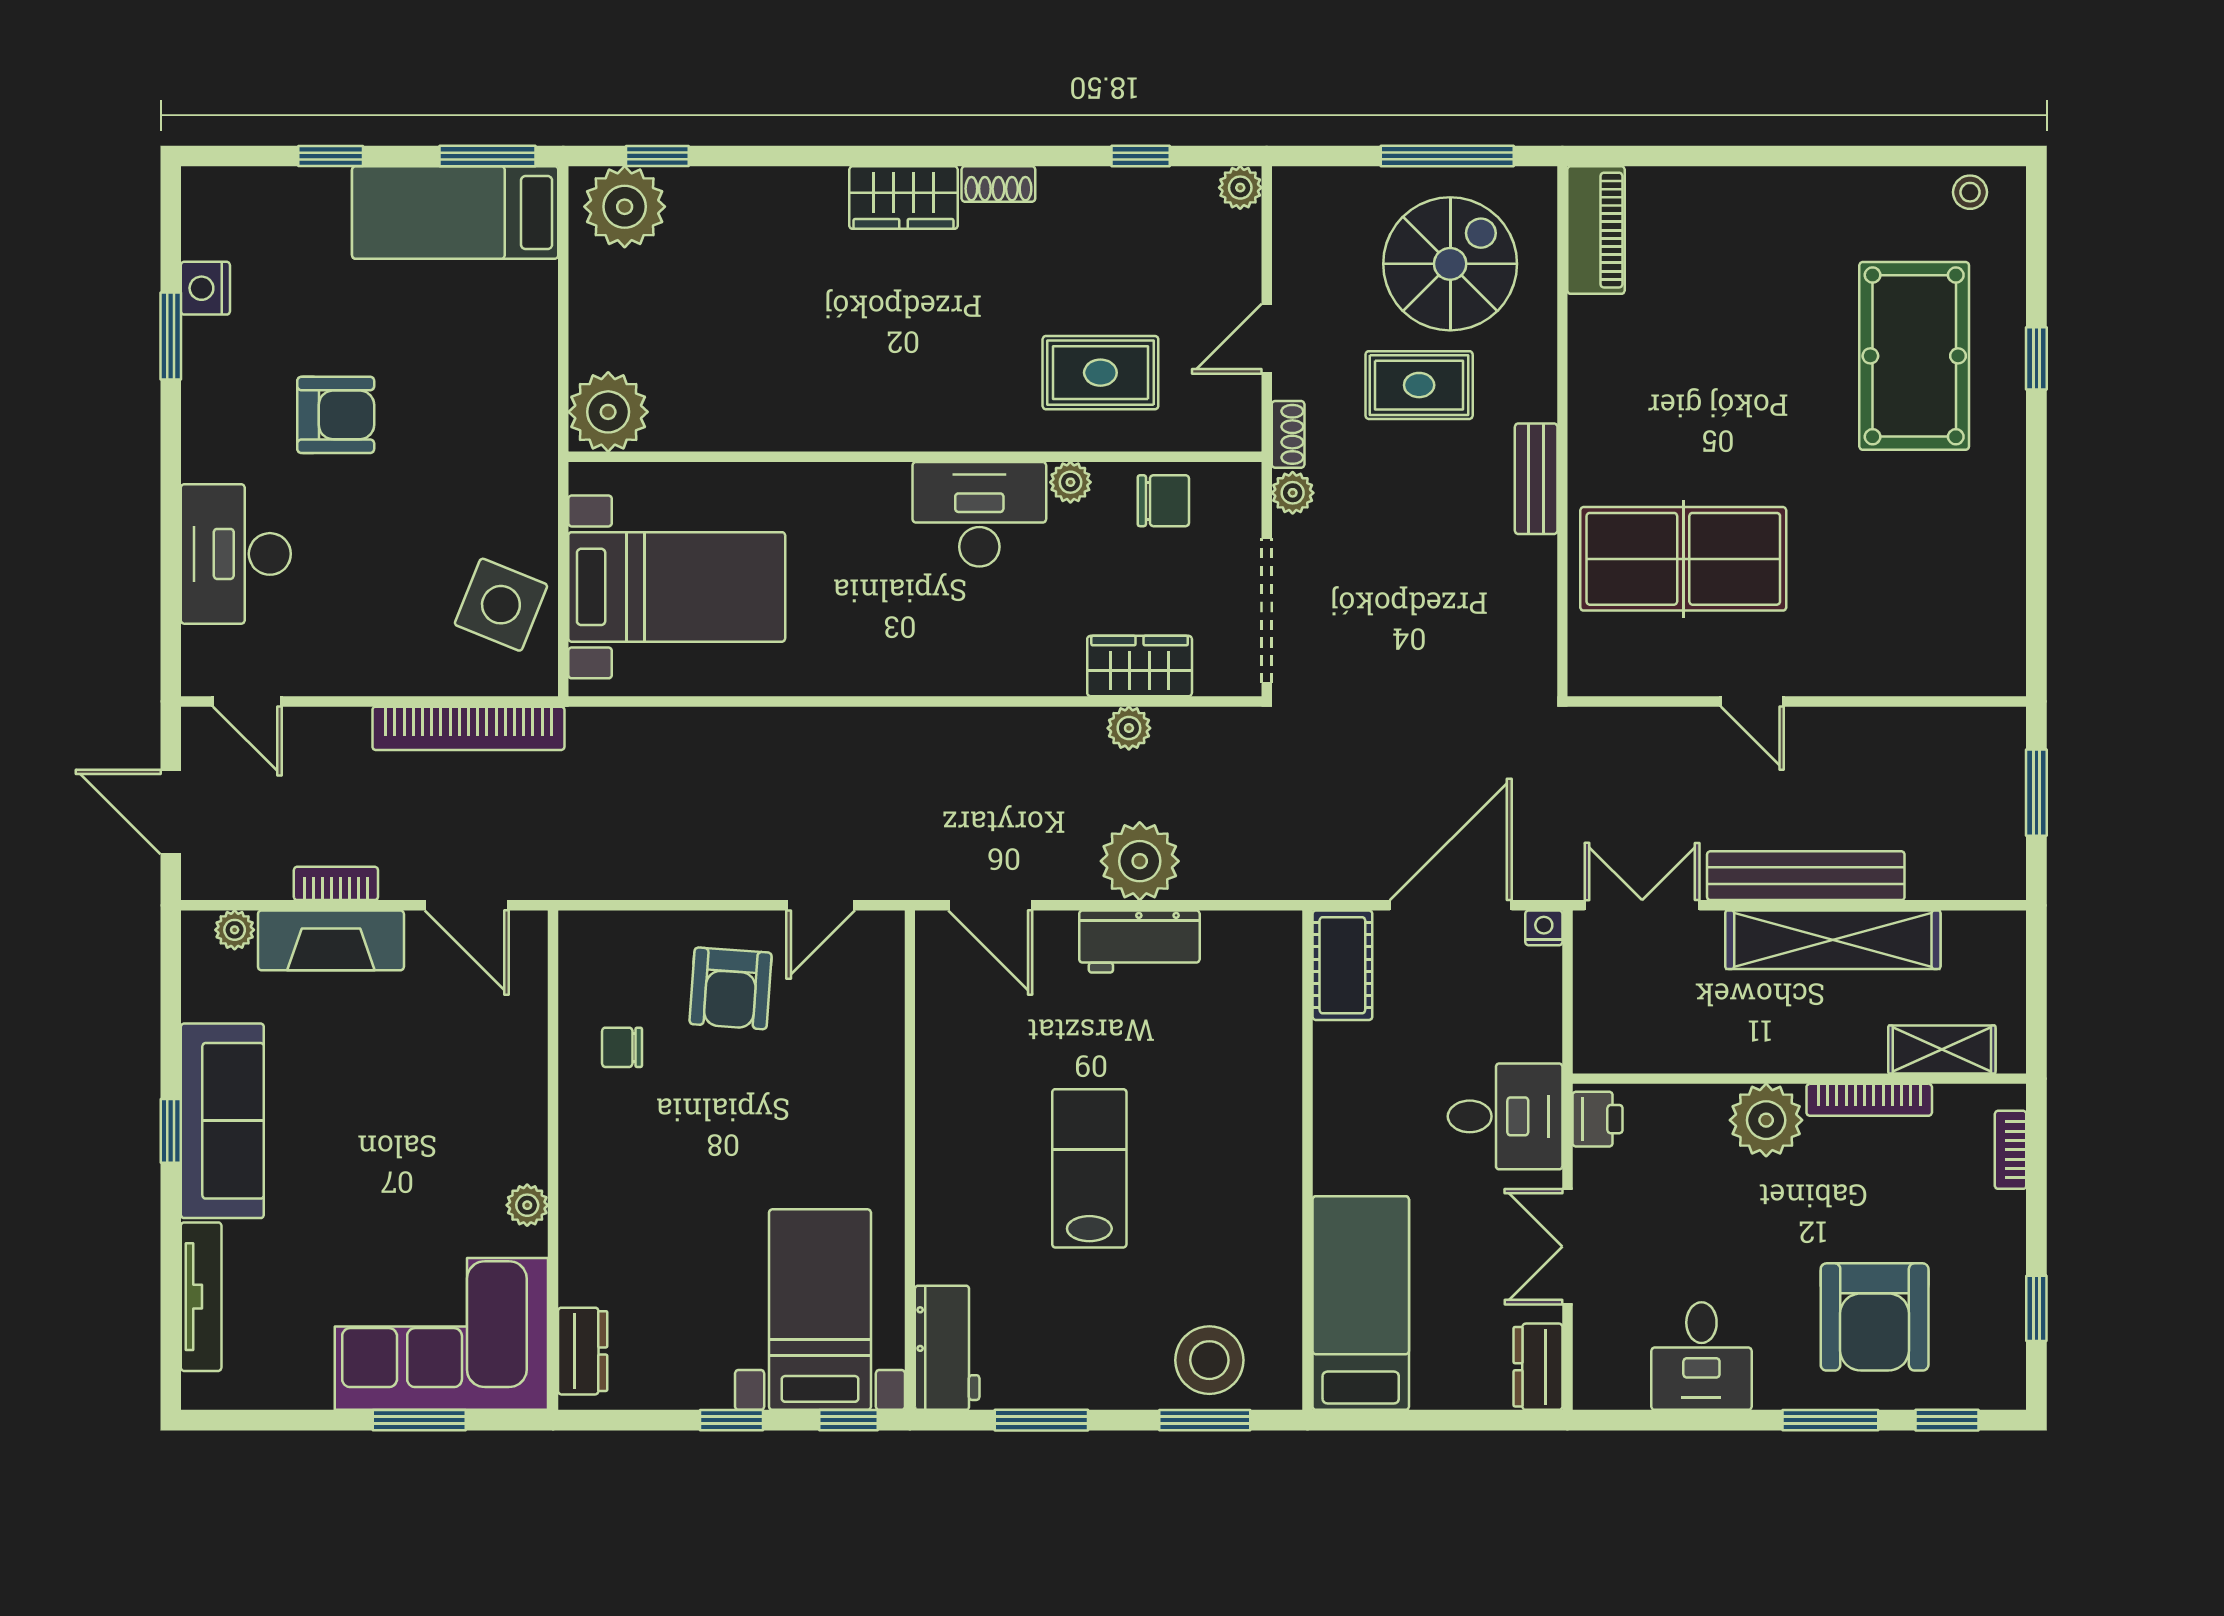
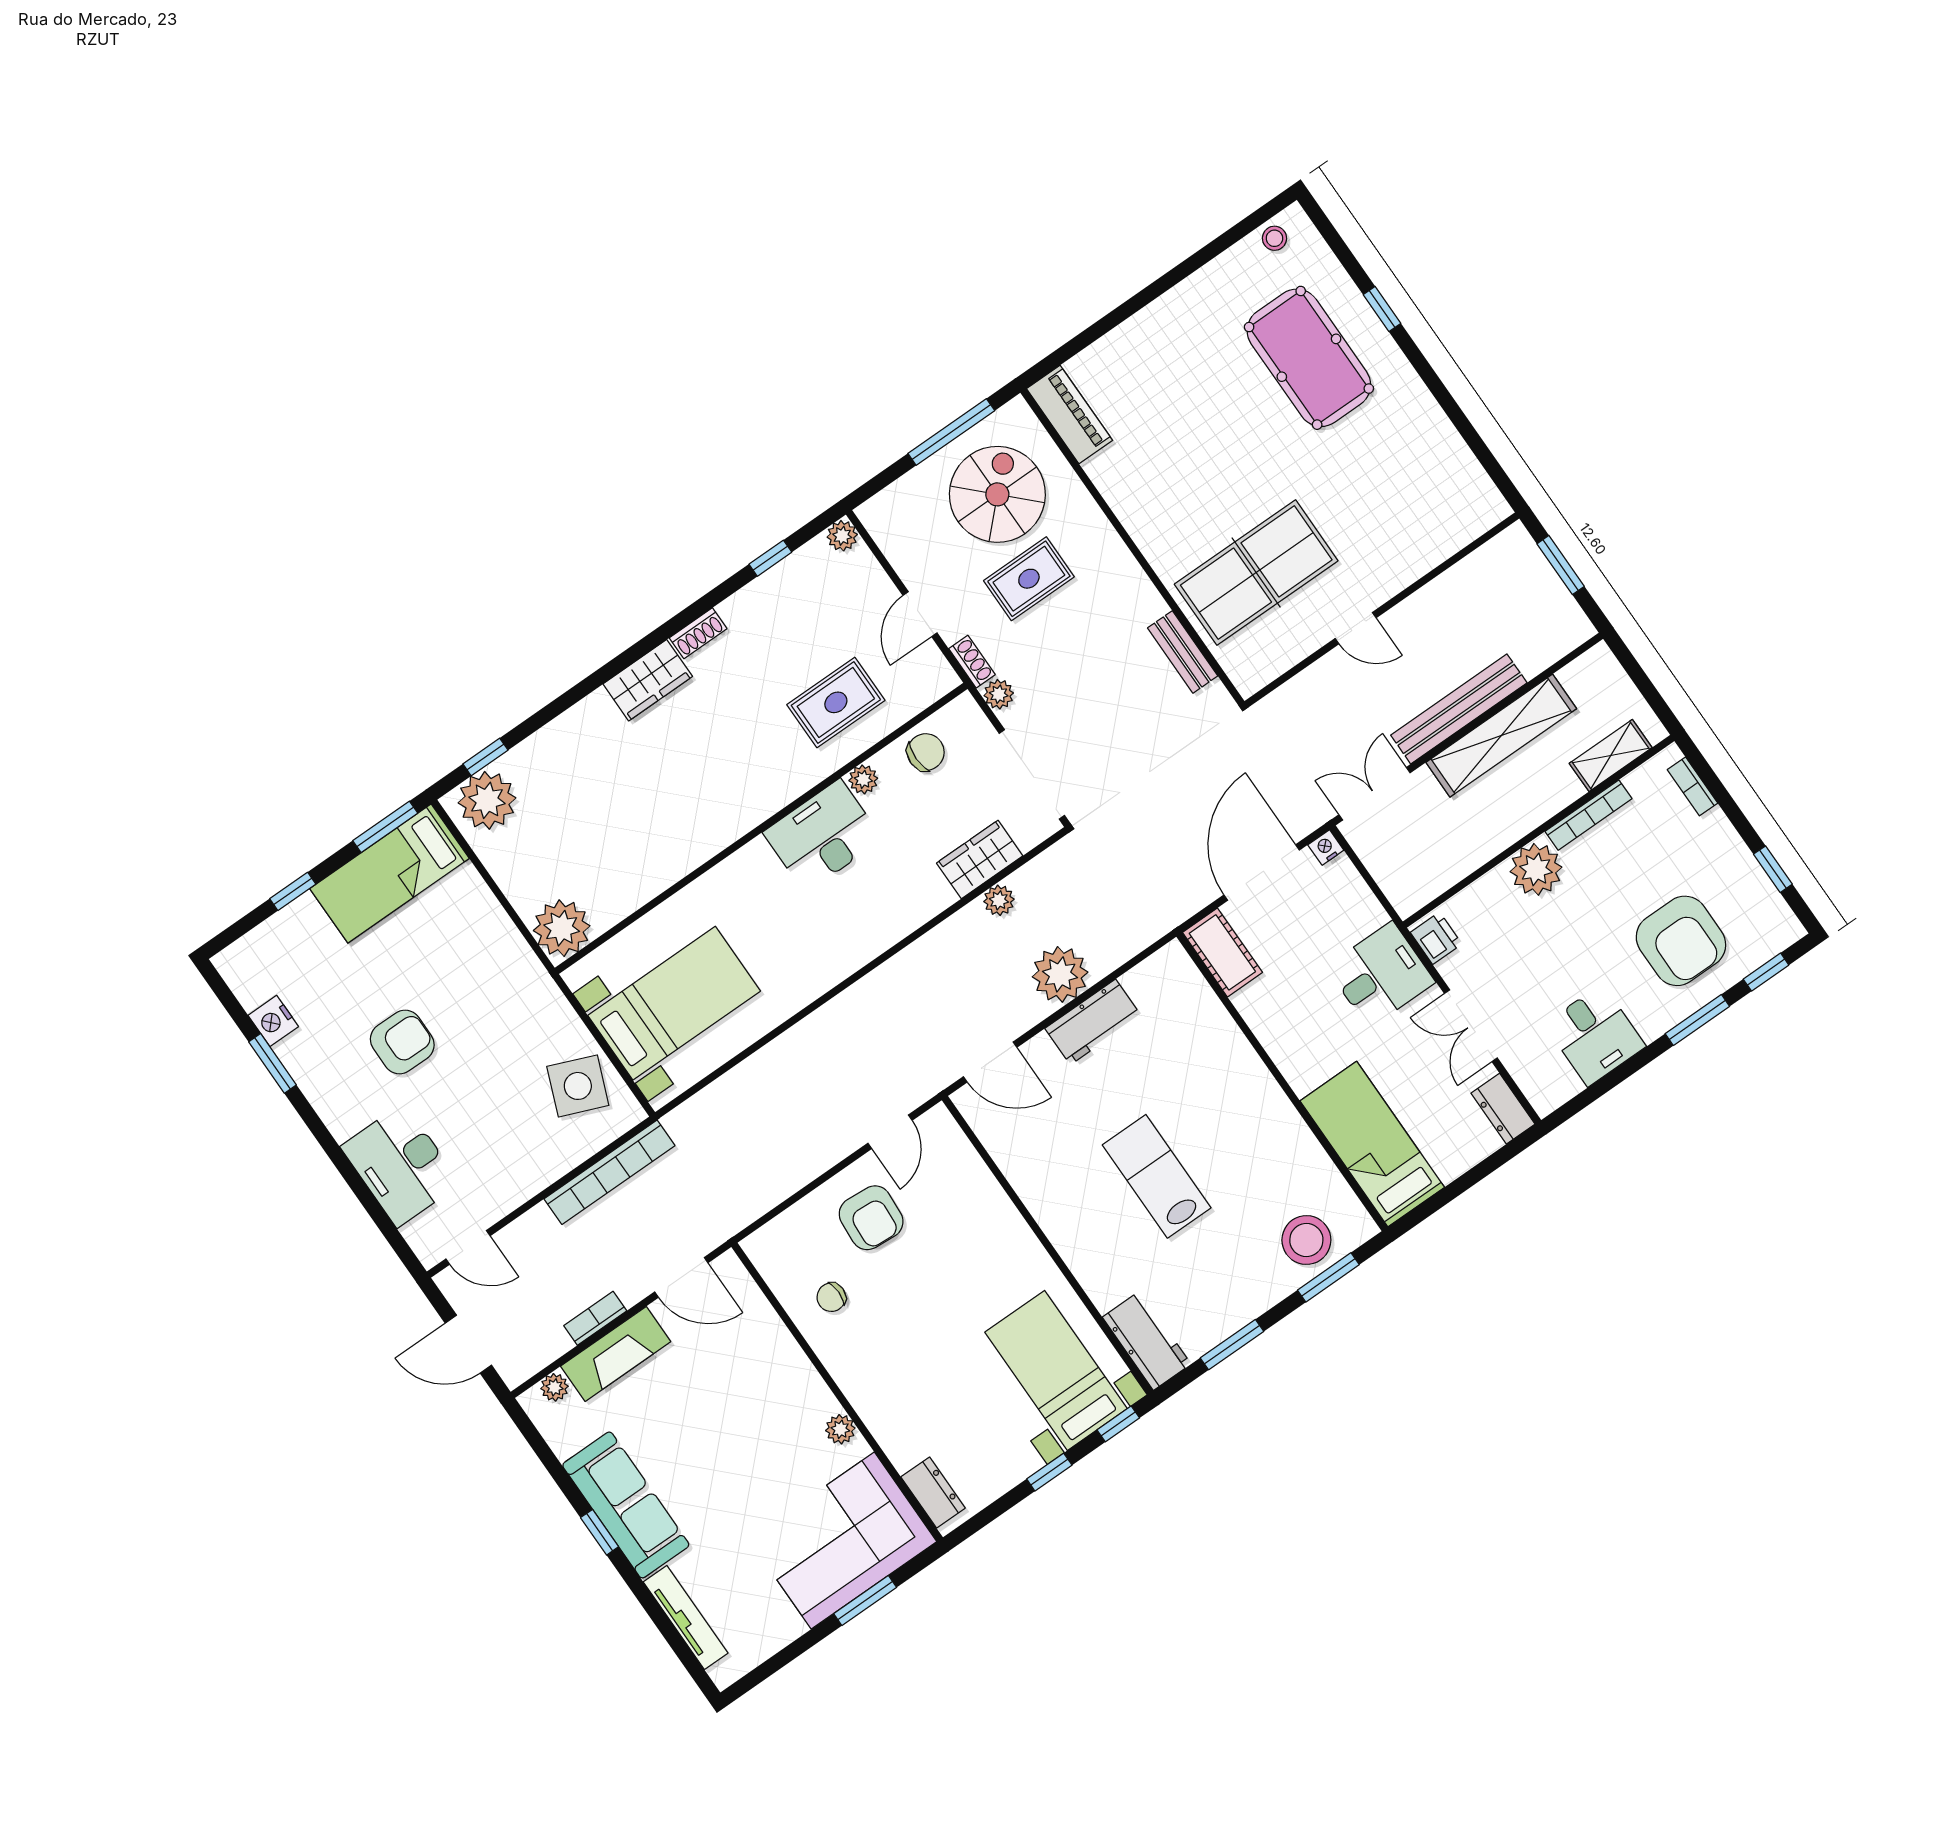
bench: (1536, 479) -> (1183, 652), moved

